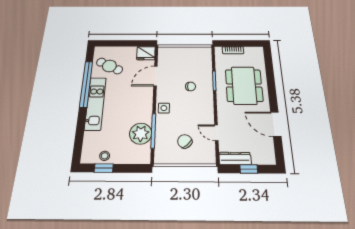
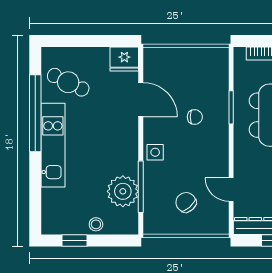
door: (155, 76) -> (141, 100), swing flipped
stool: (105, 156) -> (96, 224), moved

